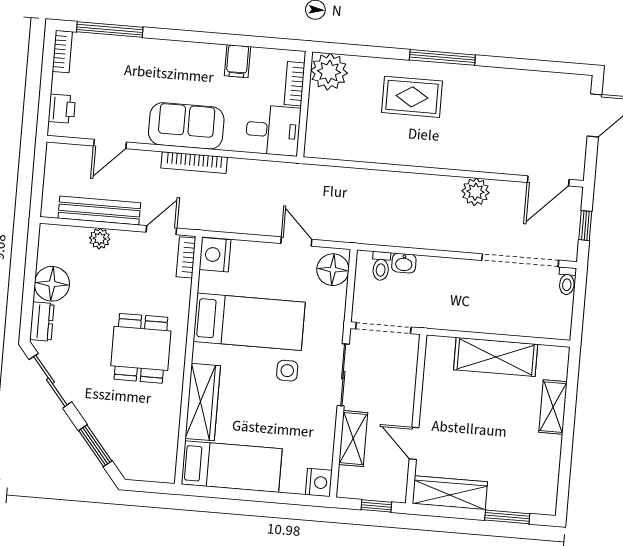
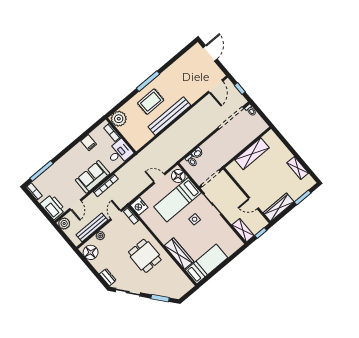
printer: (62, 109) -> (53, 207), width x1.87, depth x1.48
bench: (419, 153) -> (169, 116), added
plant: (475, 192) -> (64, 224), moved
floor lamp: (52, 284) -> (91, 252), moved
bed: (249, 322) -> (178, 200), moved, turned 180
shelving: (553, 407) -> (298, 168), moved
shelving: (353, 439) -> (243, 230), moved
nightstand: (319, 482) -> (237, 243), removed

